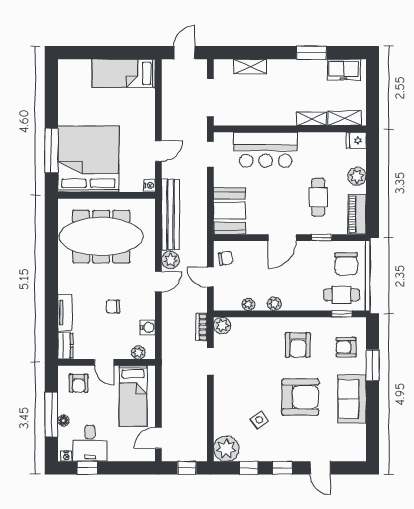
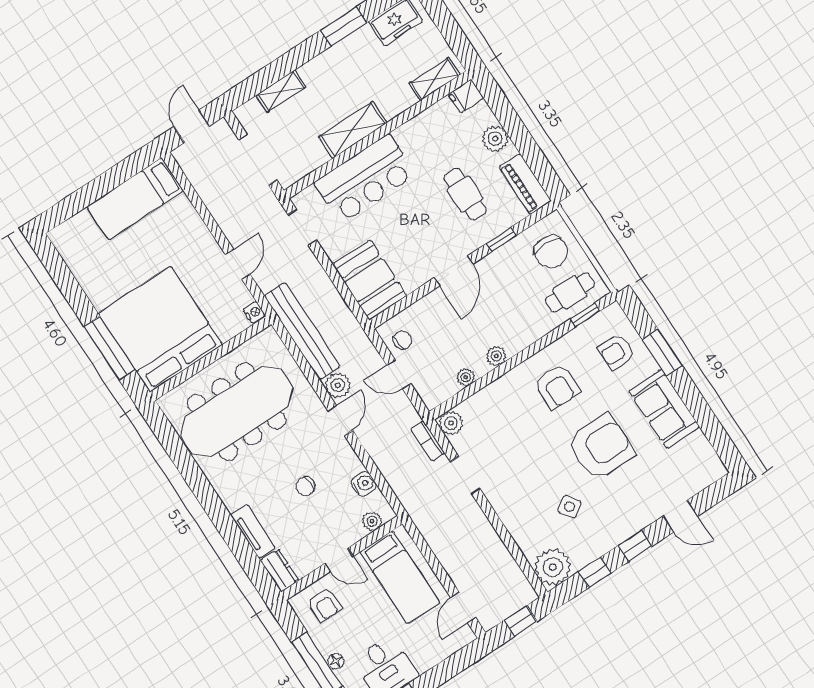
shelving: (312, 119) -> (353, 130), moved, width x1.50, depth x1.33

